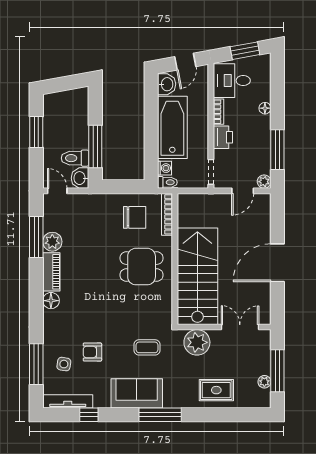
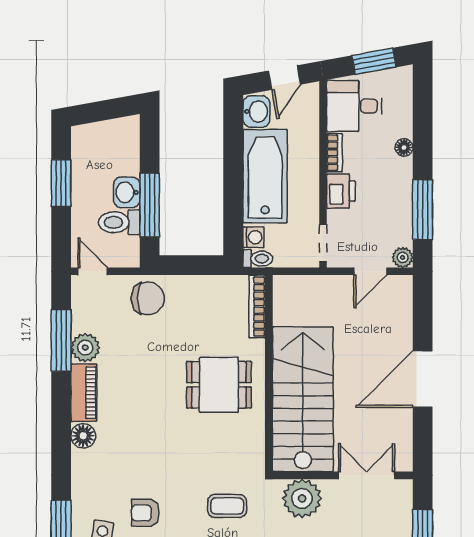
washbasin: (80, 178) -> (127, 192), moved
chair: (135, 217) -> (148, 298), moved

